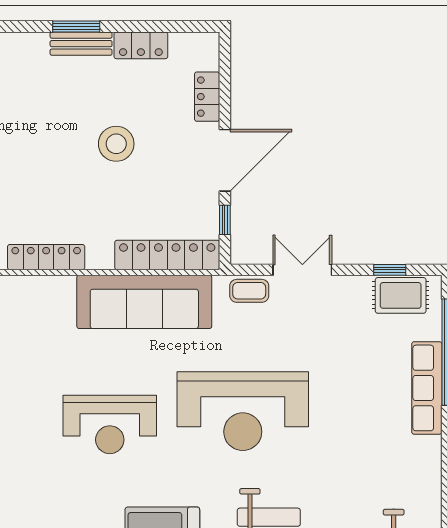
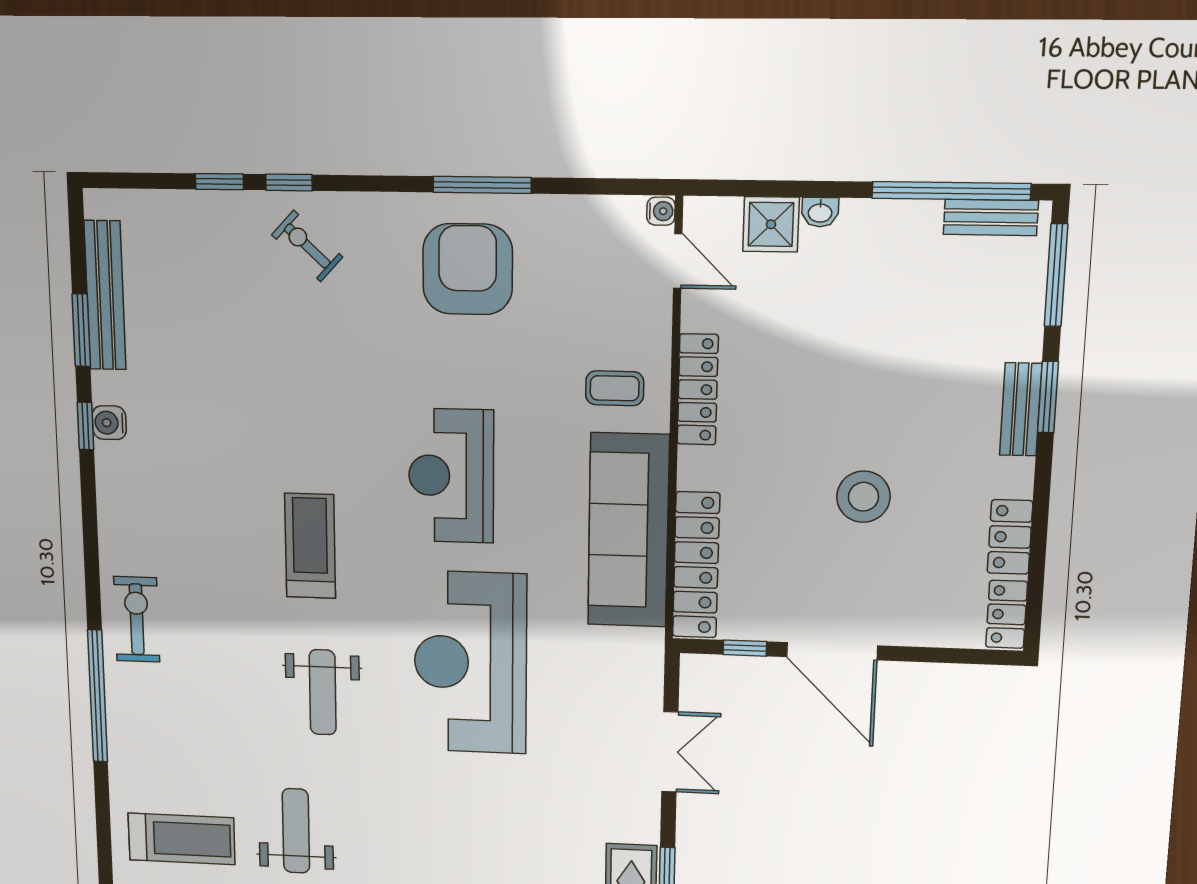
window: (76, 27) -> (1048, 397), moved
bench: (81, 44) -> (1021, 409), moved
locker: (207, 97) -> (1007, 614), moved, turned -90
coffee table: (249, 291) -> (615, 388), moved, turned 90

